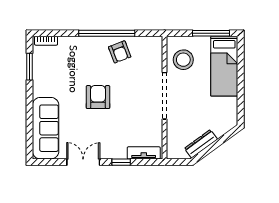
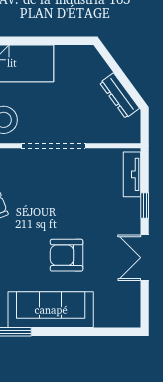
armchair: (98, 97) -> (67, 255), moved
sofa: (46, 128) -> (51, 310), moved

